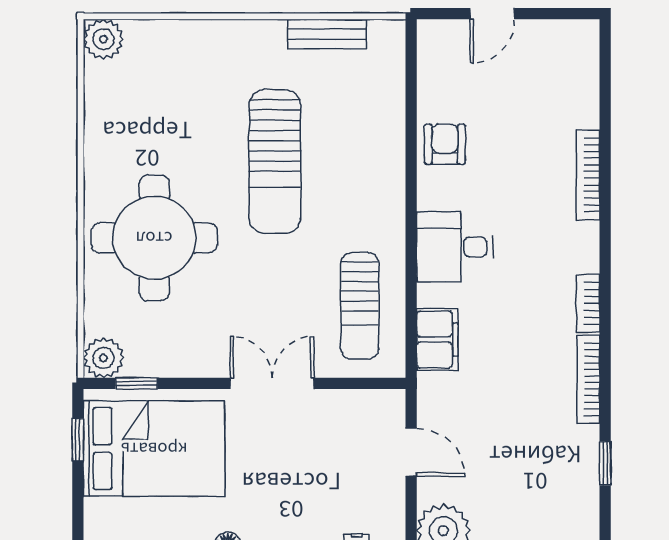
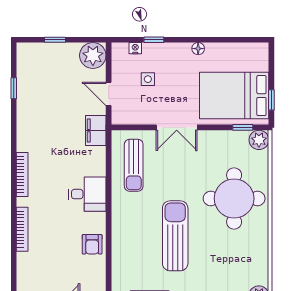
bookcase: (588, 303) -> (22, 175), width x1.56
sun lounger: (360, 306) -> (134, 165), turned 180
filing cabinet: (437, 339) -> (96, 131), moved
bookcase: (588, 379) -> (22, 129), removed
side table: (331, 482) -> (148, 79), added

